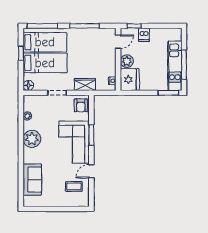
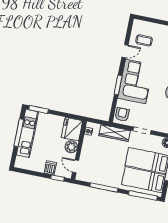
door: (118, 42) -> (76, 166), hinge flipped
wardrobe: (85, 85) -> (115, 133), width x1.50

